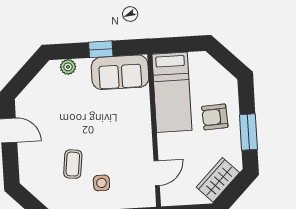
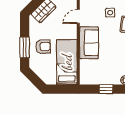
sofa: (120, 72) -> (89, 43), moved, turned 90
window: (248, 132) -> (25, 47), moved

